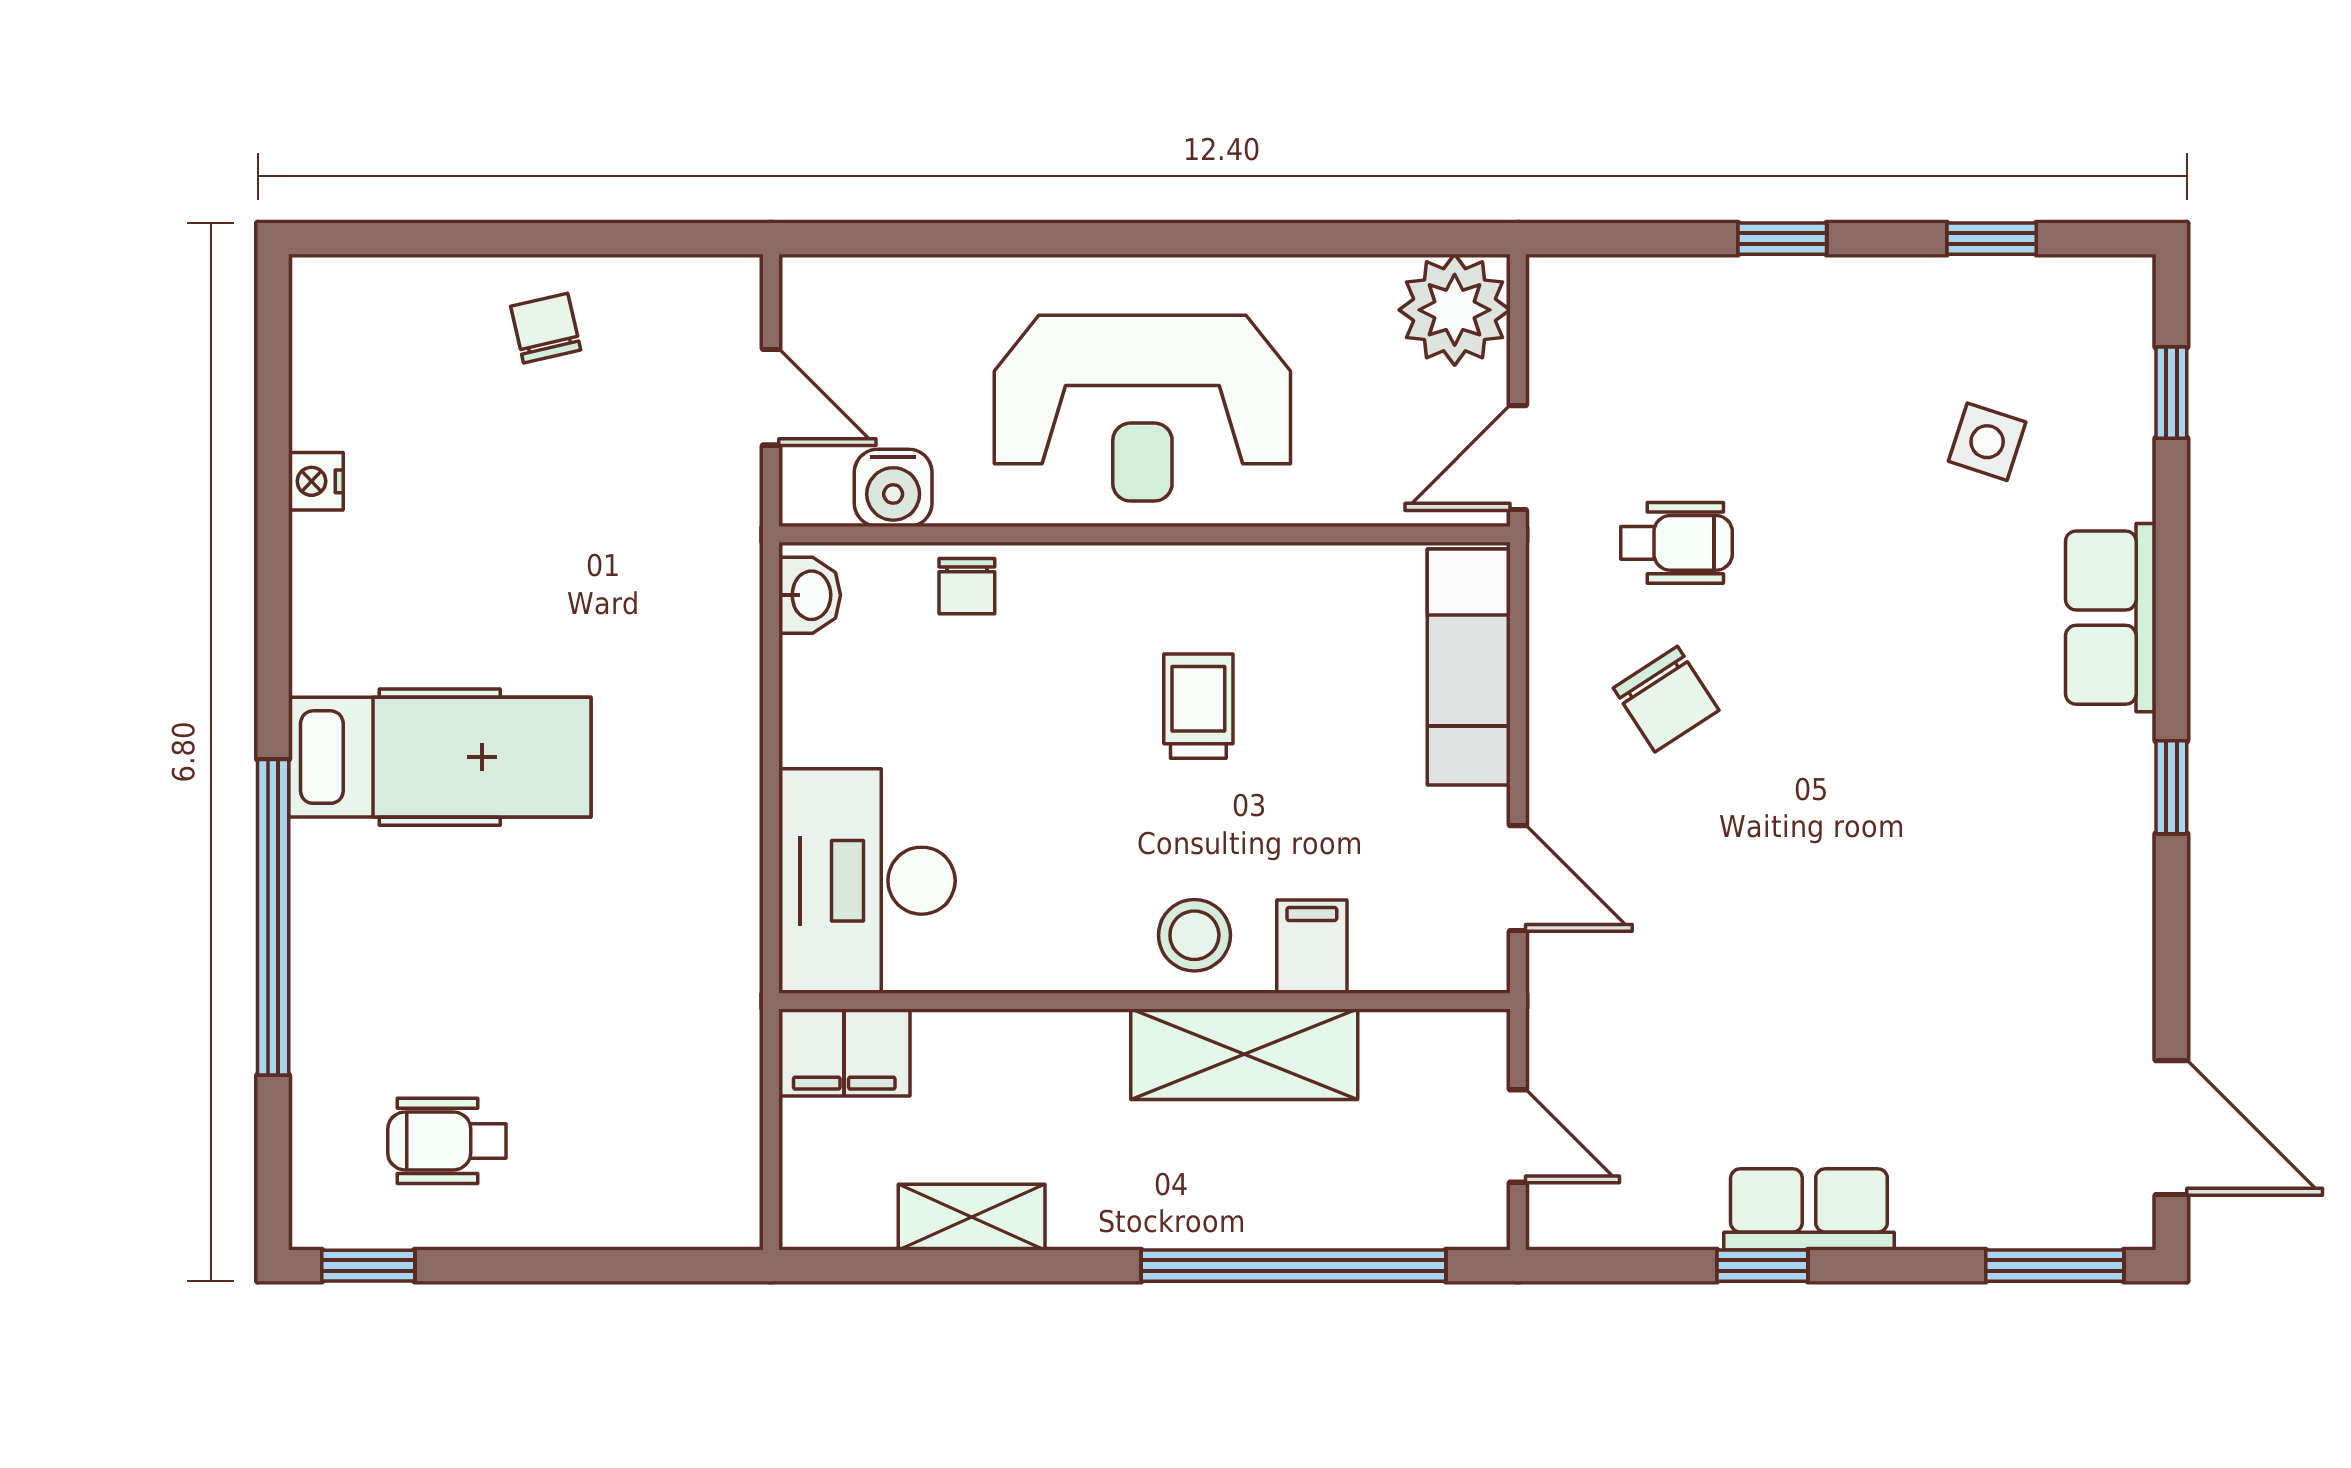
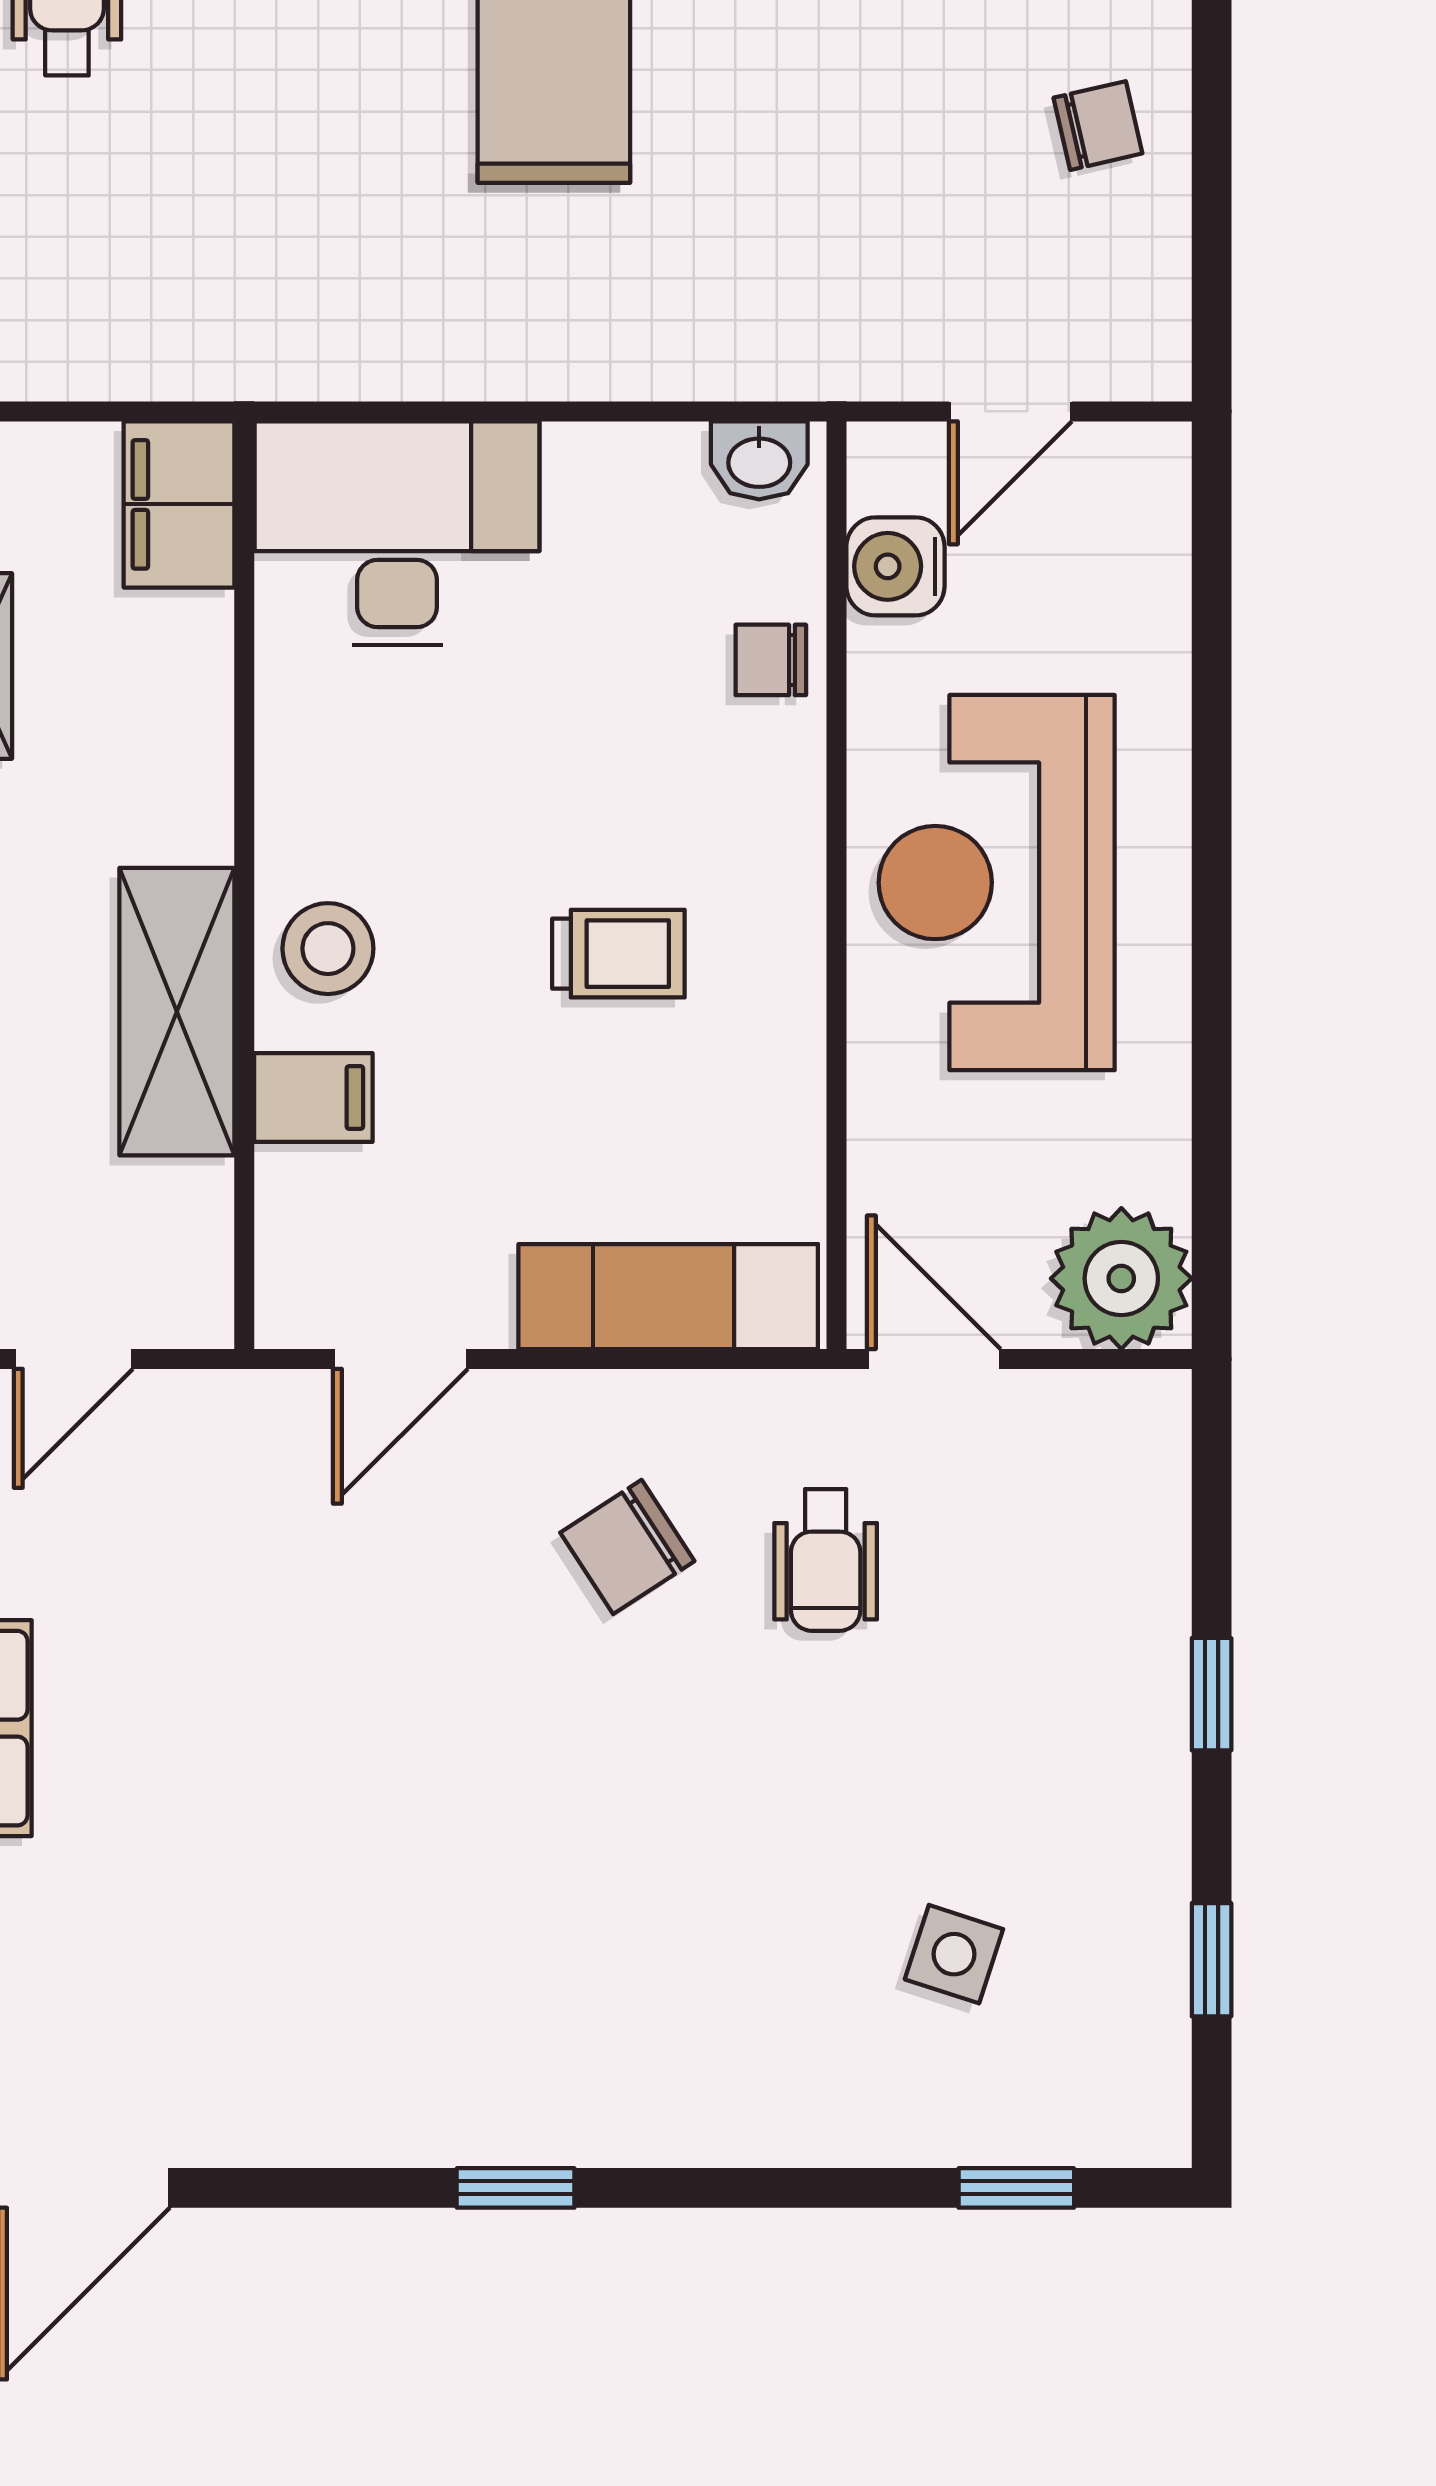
row of seats: (2111, 618) -> (731, 2111), removed

